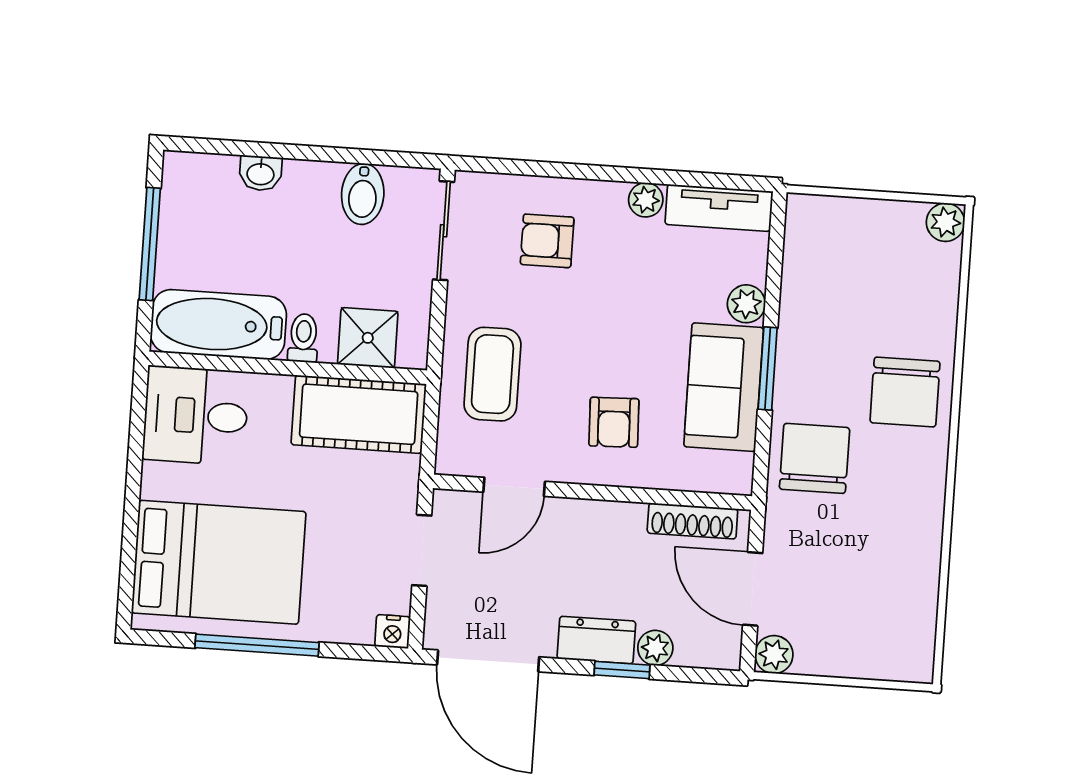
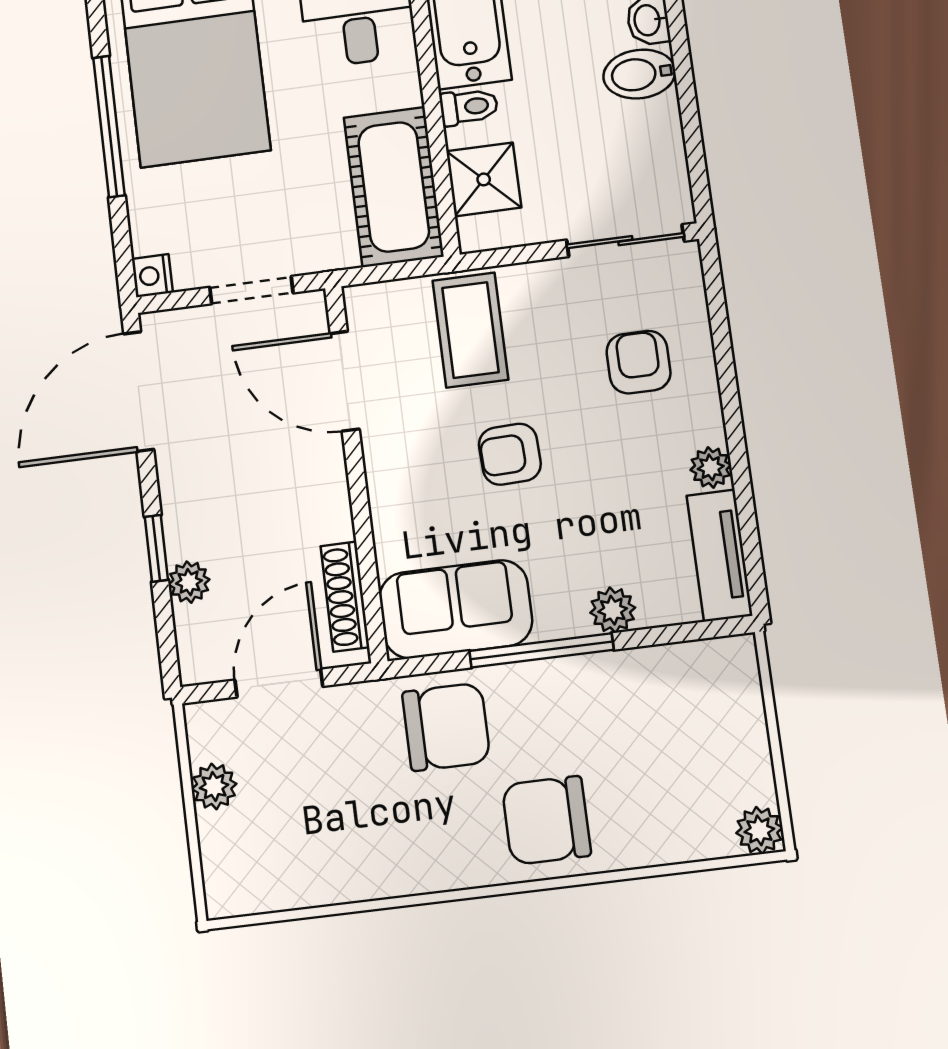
bidet: (363, 194) -> (639, 74), moved
window: (768, 368) -> (541, 650), width x1.44
coffee table: (492, 374) -> (470, 330), turned 90
sofa: (724, 387) -> (456, 609), moved
armchair: (614, 422) -> (510, 454), moved
door: (514, 487) -> (345, 381), width x1.38
dresser: (596, 640) -> (186, 512), removed
plant: (774, 655) -> (214, 786), moved

